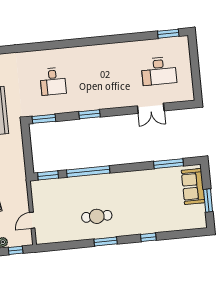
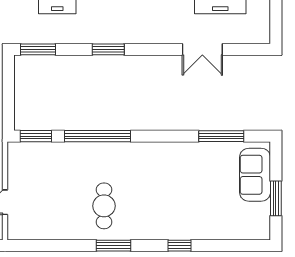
cafe table: (97, 216) -> (104, 206), turned 90

